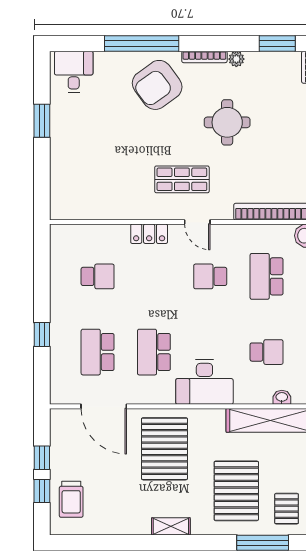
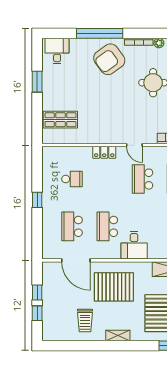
shop shelf: (182, 179) -> (60, 120), moved
school desk: (210, 276) -> (142, 179), width x1.85
window: (42, 334) -> (37, 200), moved
desk: (204, 382) -> (134, 245), width x0.73
pallet: (164, 449) -> (114, 287), turned 90
trolley: (71, 499) -> (85, 321), moved

